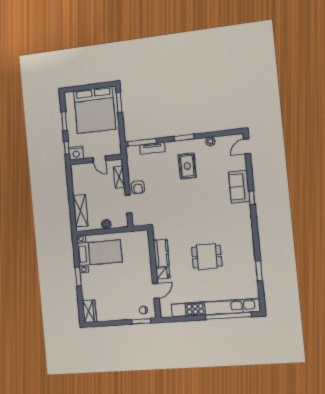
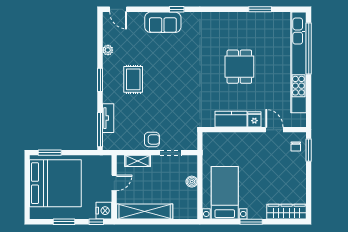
rug: (187, 166) -> (133, 79), turned 90
shelving: (81, 211) -> (145, 212), moved, width x1.47
wardrobe: (90, 311) -> (287, 212), width x1.50

